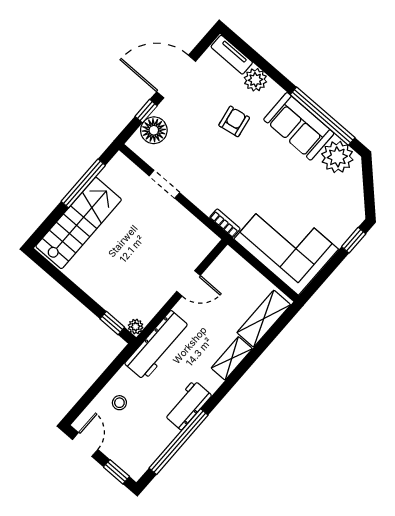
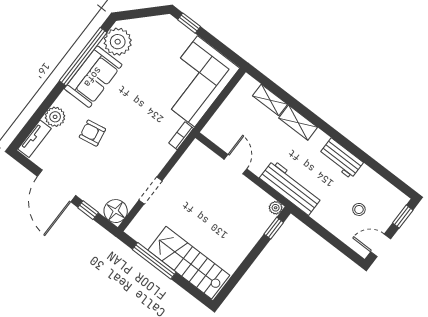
floor lamp: (154, 130) -> (116, 211), moved
shelving: (264, 319) -> (270, 100), width x0.67, depth x0.75
stool: (119, 403) -> (359, 209), moved
window: (179, 442) -> (373, 164), removed

